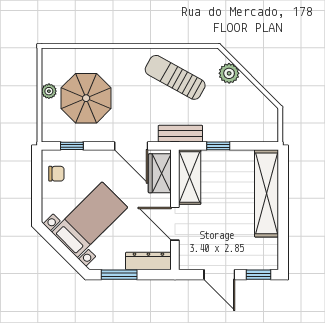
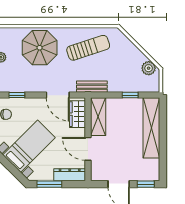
plant: (229, 73) -> (149, 68), moved
sun lounger: (175, 77) -> (88, 48), turned 133
parasol: (86, 98) -> (40, 48), moved
window: (218, 146) -> (130, 95), moved

